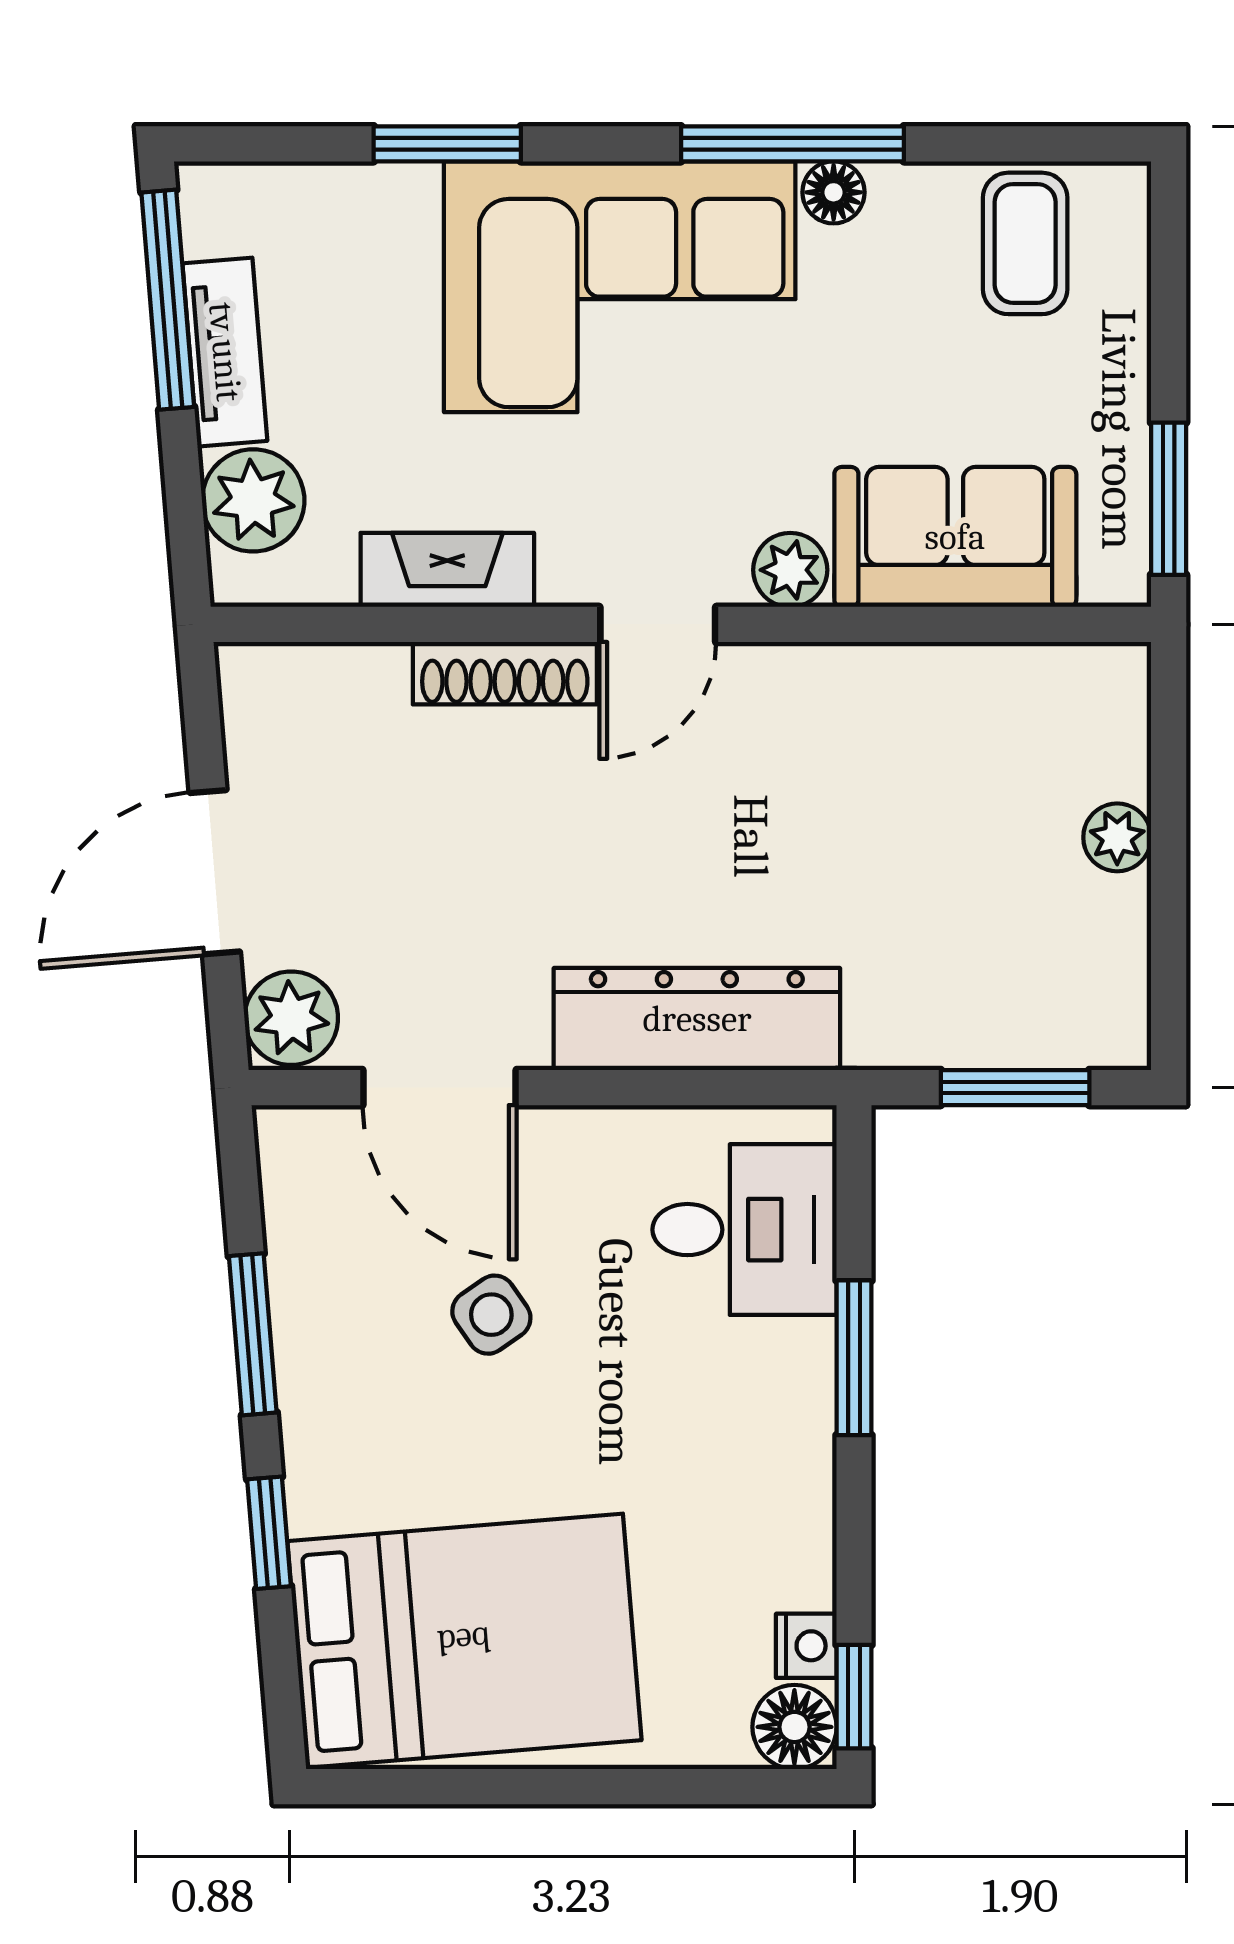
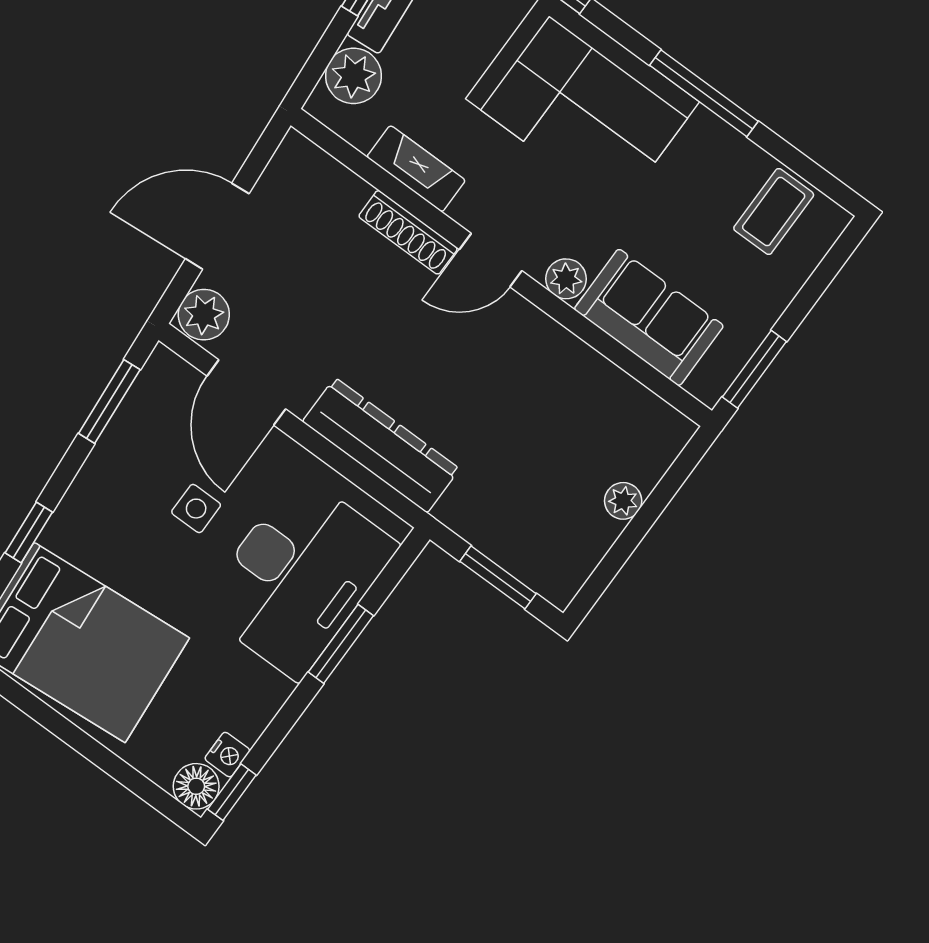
floor lamp: (834, 192) -> (706, 128), removed
desk: (744, 1230) -> (298, 576), width x1.87, depth x1.30
side table: (491, 1315) -> (196, 509), turned 35
window: (253, 1334) -> (109, 402), moved

